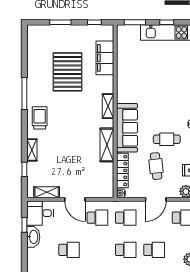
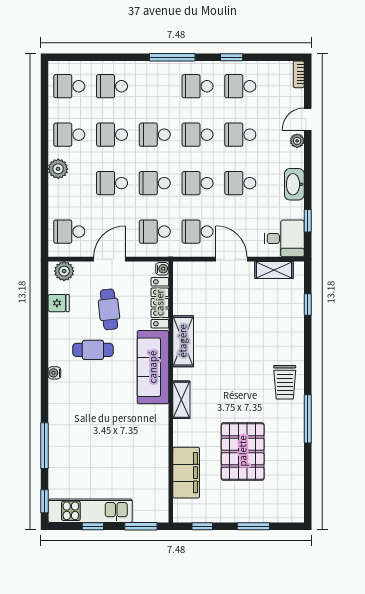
shelving: (32, 150) -> (296, 334), removed
washbasin: (33, 237) -> (294, 184), moved
school desk: (97, 250) -> (198, 183), added

